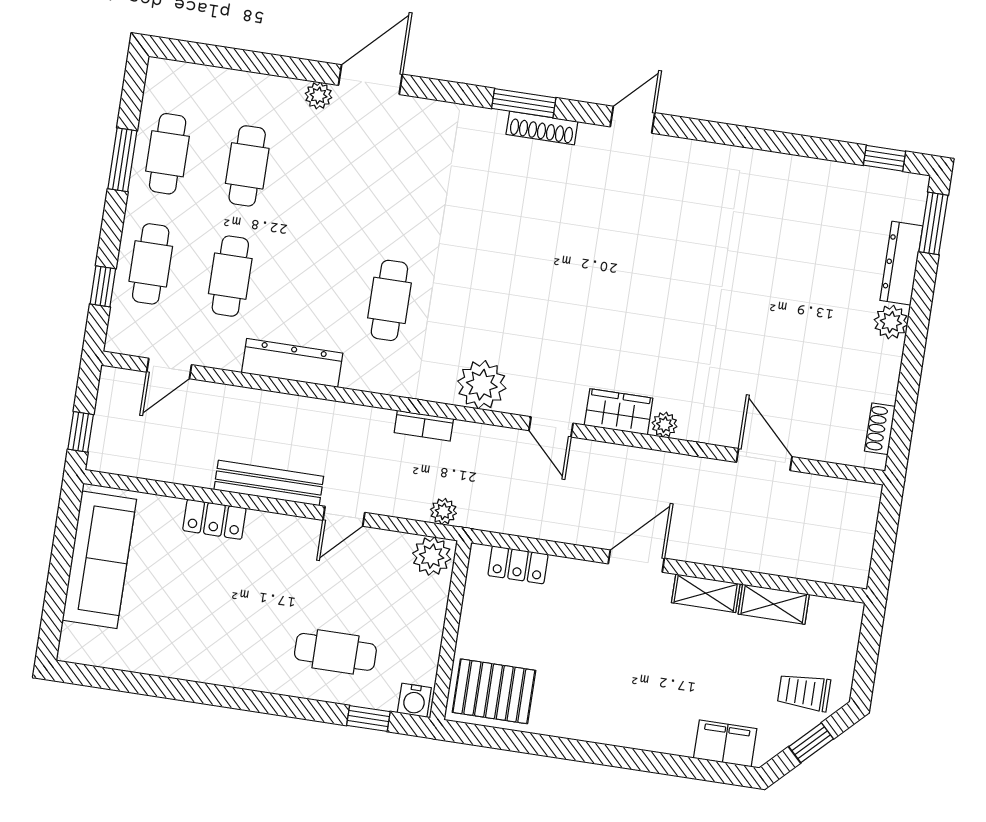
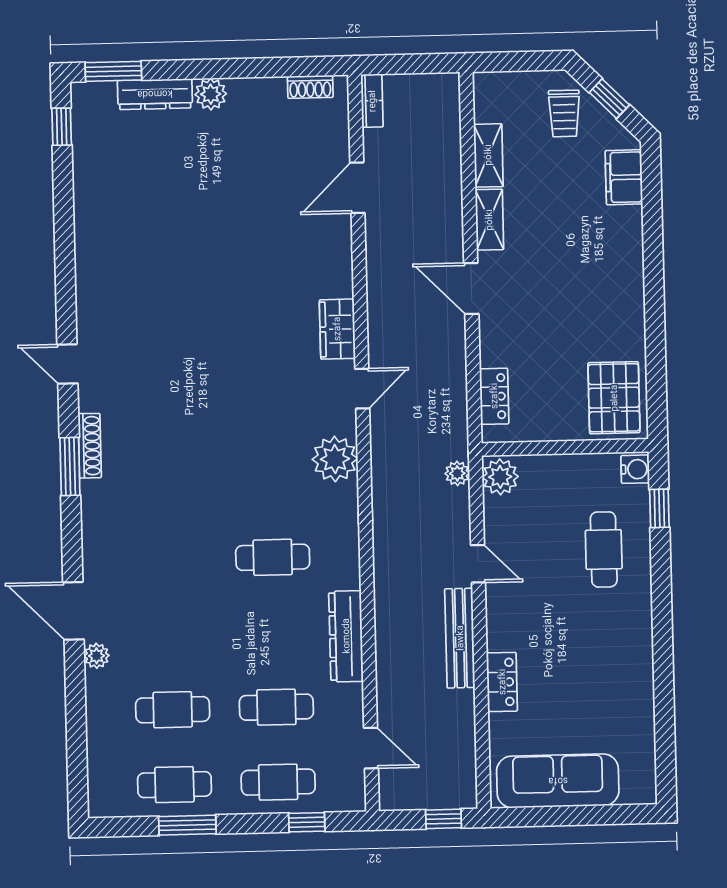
plant: (665, 425) -> (342, 285), removed
bookcase: (424, 426) -> (372, 101), moved

